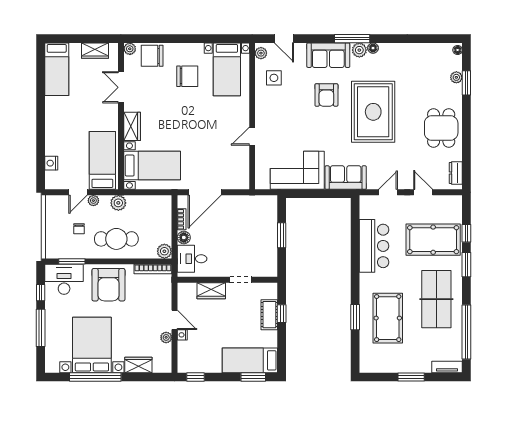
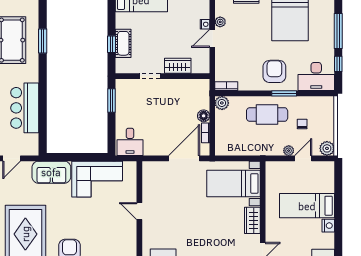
door: (252, 136) -> (139, 211), swing flipped
bed: (102, 160) -> (307, 206), moved, turned 90
nightstand: (51, 163) -> (328, 226), moved
plant: (118, 203) -> (327, 148), moved
window: (282, 235) -> (112, 101), moved
desk: (192, 259) -> (130, 142), moved, turned 90
window: (72, 261) -> (284, 93), moved
bookcase: (153, 269) -> (226, 86), width x0.64
armchair: (108, 285) -> (274, 71), width x0.73, depth x0.73
door: (175, 320) -> (212, 38), hinge flipped

